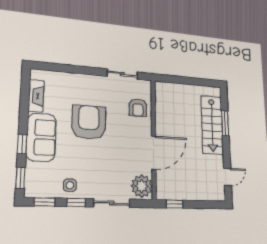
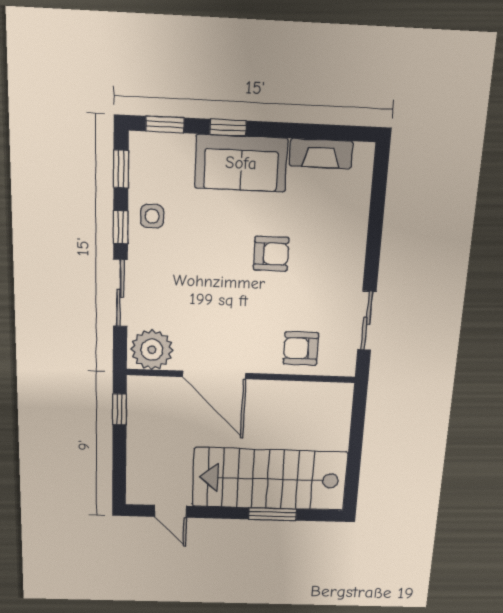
armchair: (89, 122) -> (271, 254), width x0.53, depth x0.53
stairs: (212, 125) -> (270, 479), width x1.36, depth x1.51

